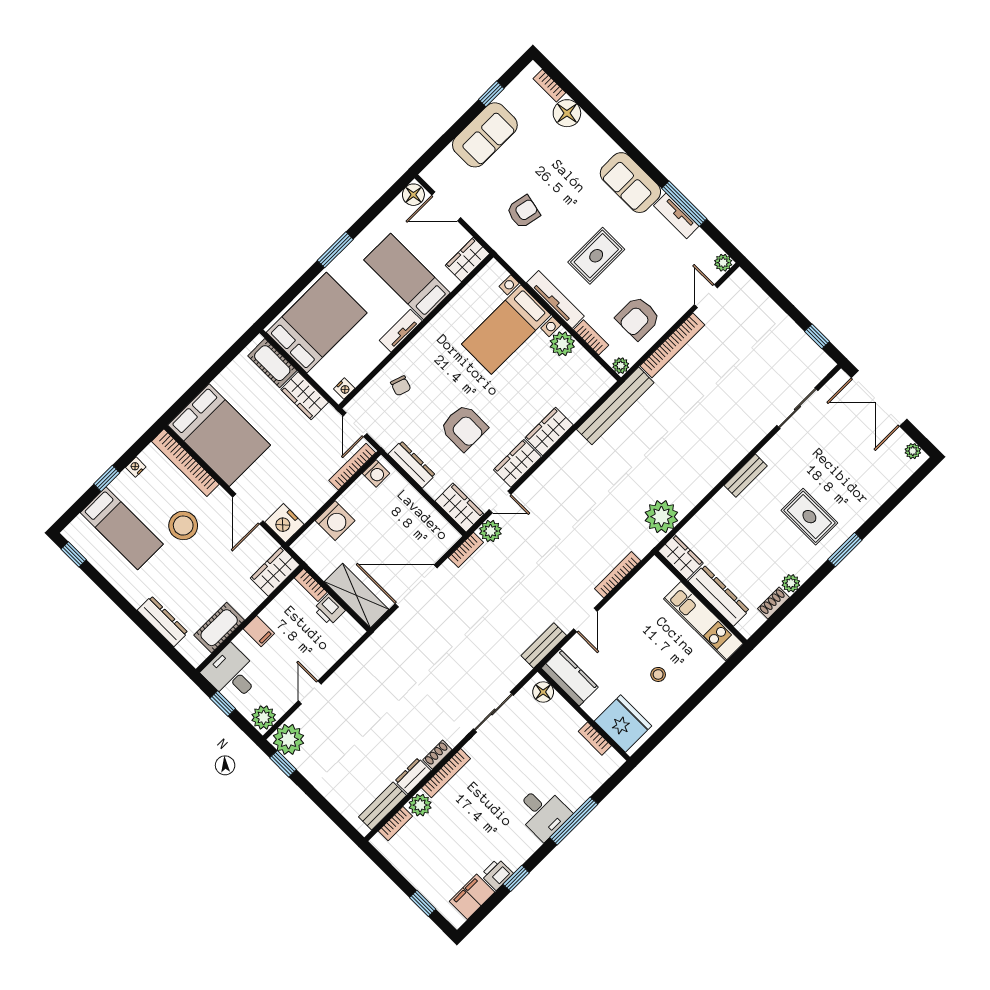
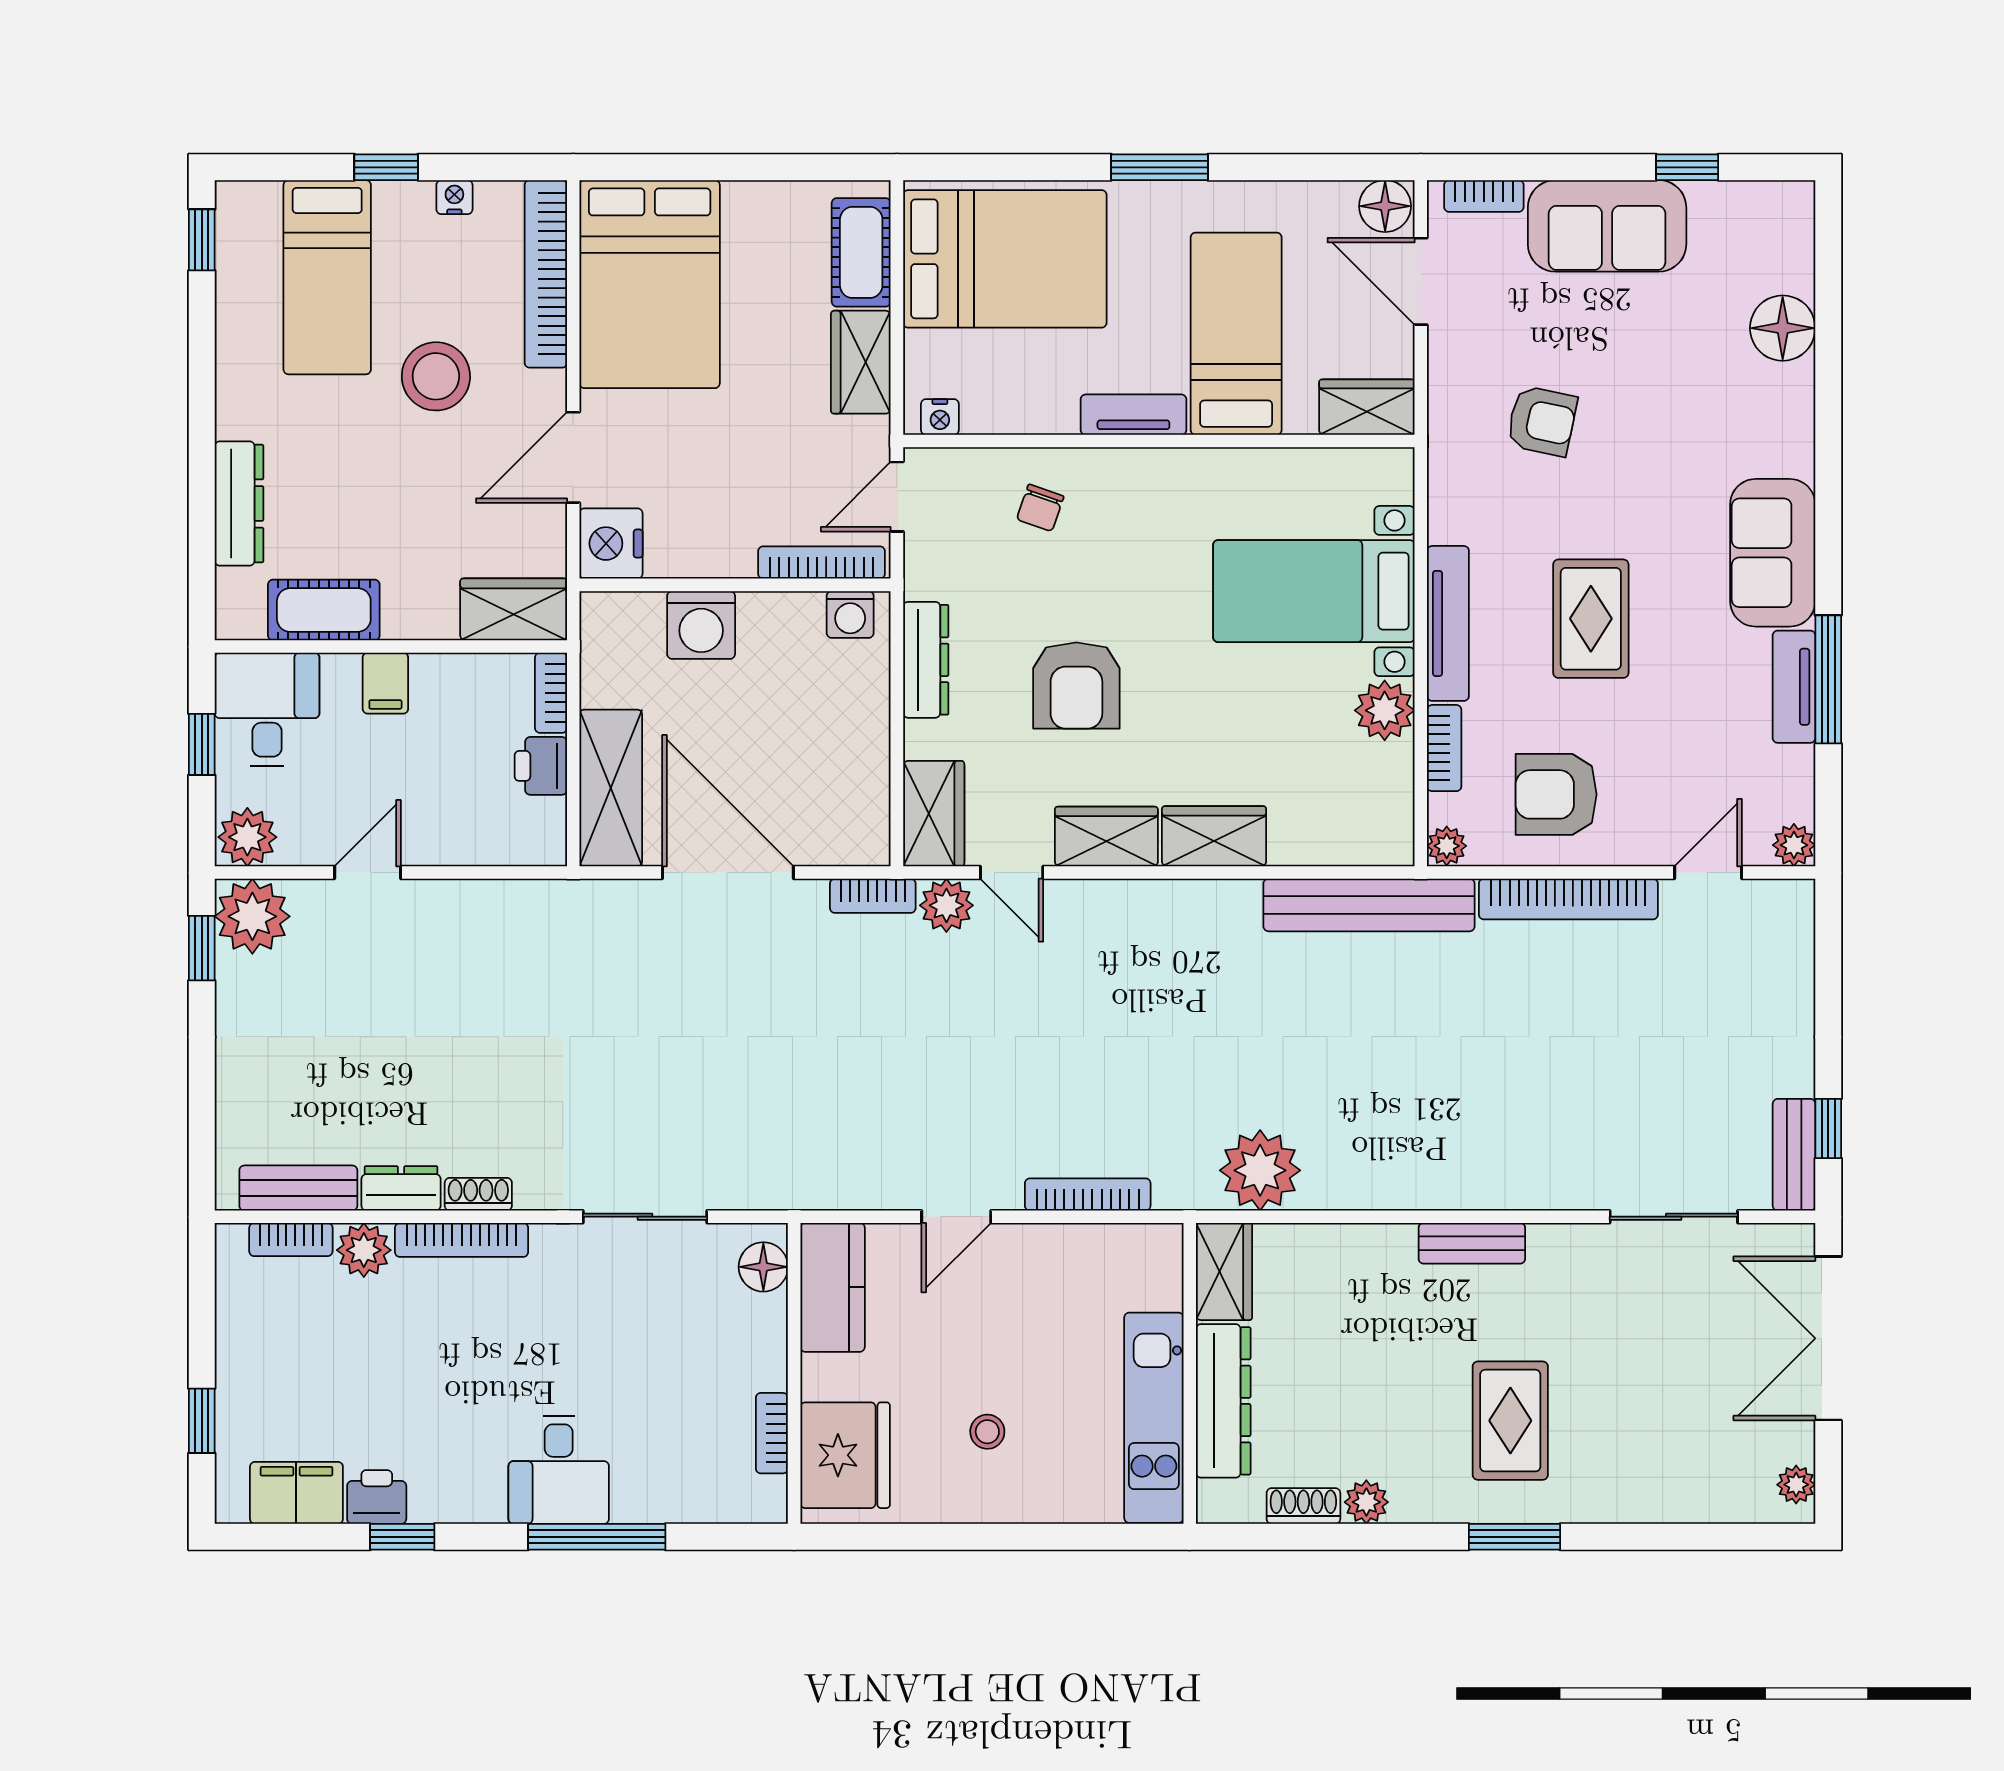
bookcase: (549, 86) -> (1484, 196), moved, turned -90
rug: (596, 256) -> (1591, 619), turned 90
bench: (544, 645) -> (1794, 1155), moved, turned 90

